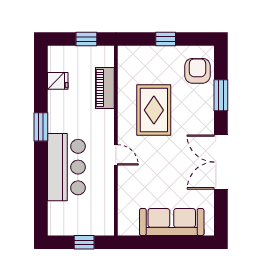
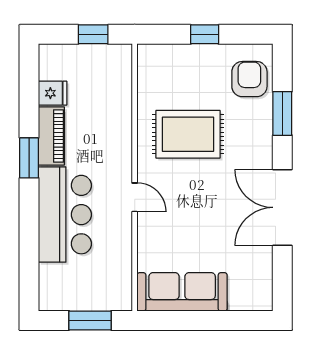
piano: (105, 88) -> (51, 136), moved, turned 180
rug: (154, 110) -> (188, 134), turned 90
sofa: (172, 222) -> (182, 292), moved
window: (84, 242) -> (90, 320), width x1.50

